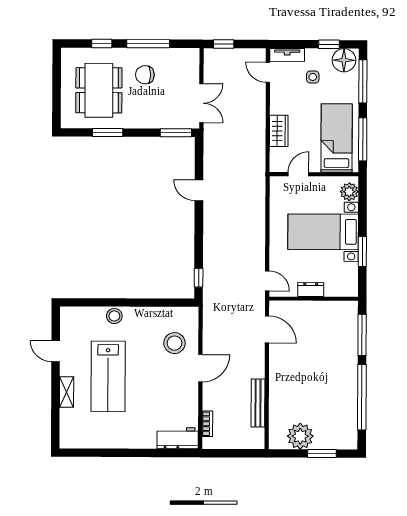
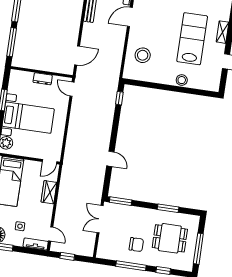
window: (224, 44) -> (67, 256), moved
window: (57, 81) -> (198, 249), added
dining table: (99, 90) -> (170, 238), width x0.73
door: (298, 174) -> (50, 162), moved
door: (267, 329) -> (77, 55), swing flipped
door: (200, 368) -> (130, 17), moved

